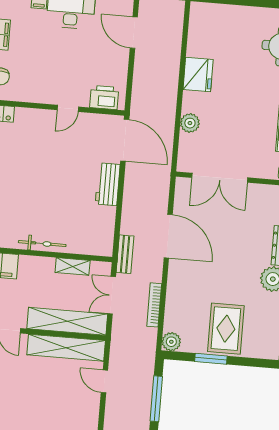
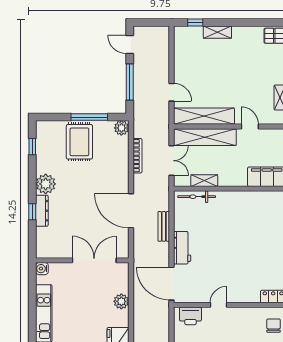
bicycle: (42, 244) -> (197, 197), moved
bench: (125, 254) -> (164, 226), moved
window: (211, 359) -> (89, 117), width x1.44

